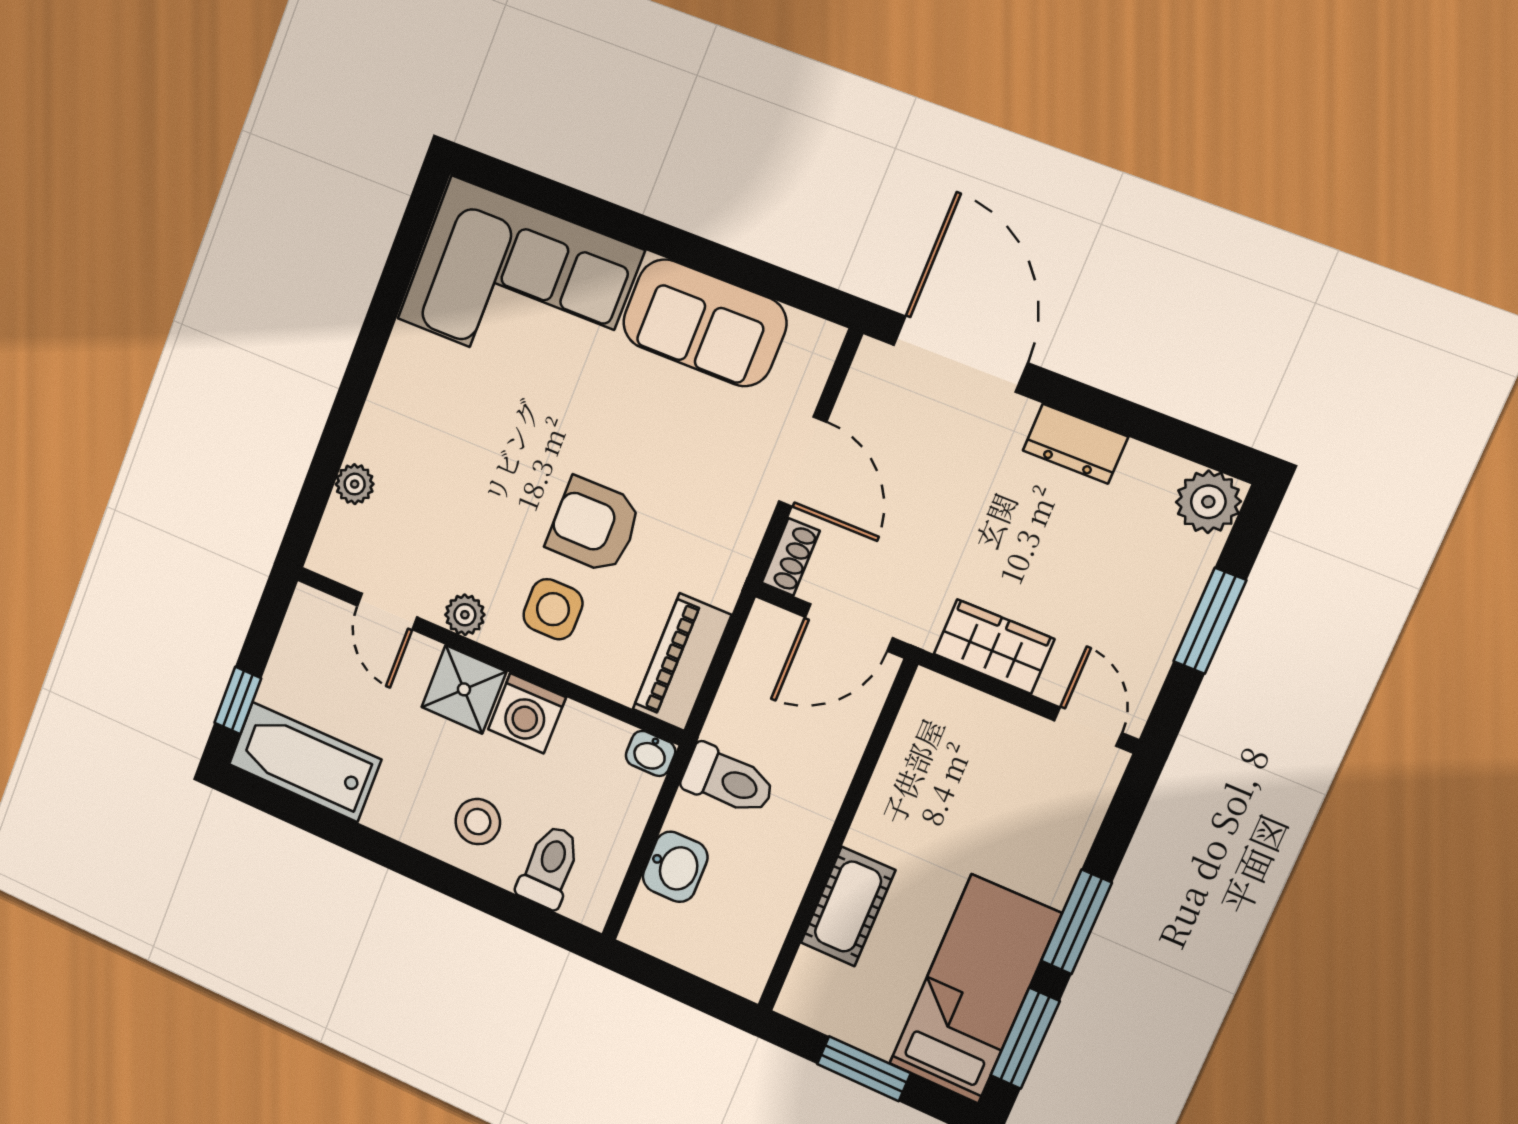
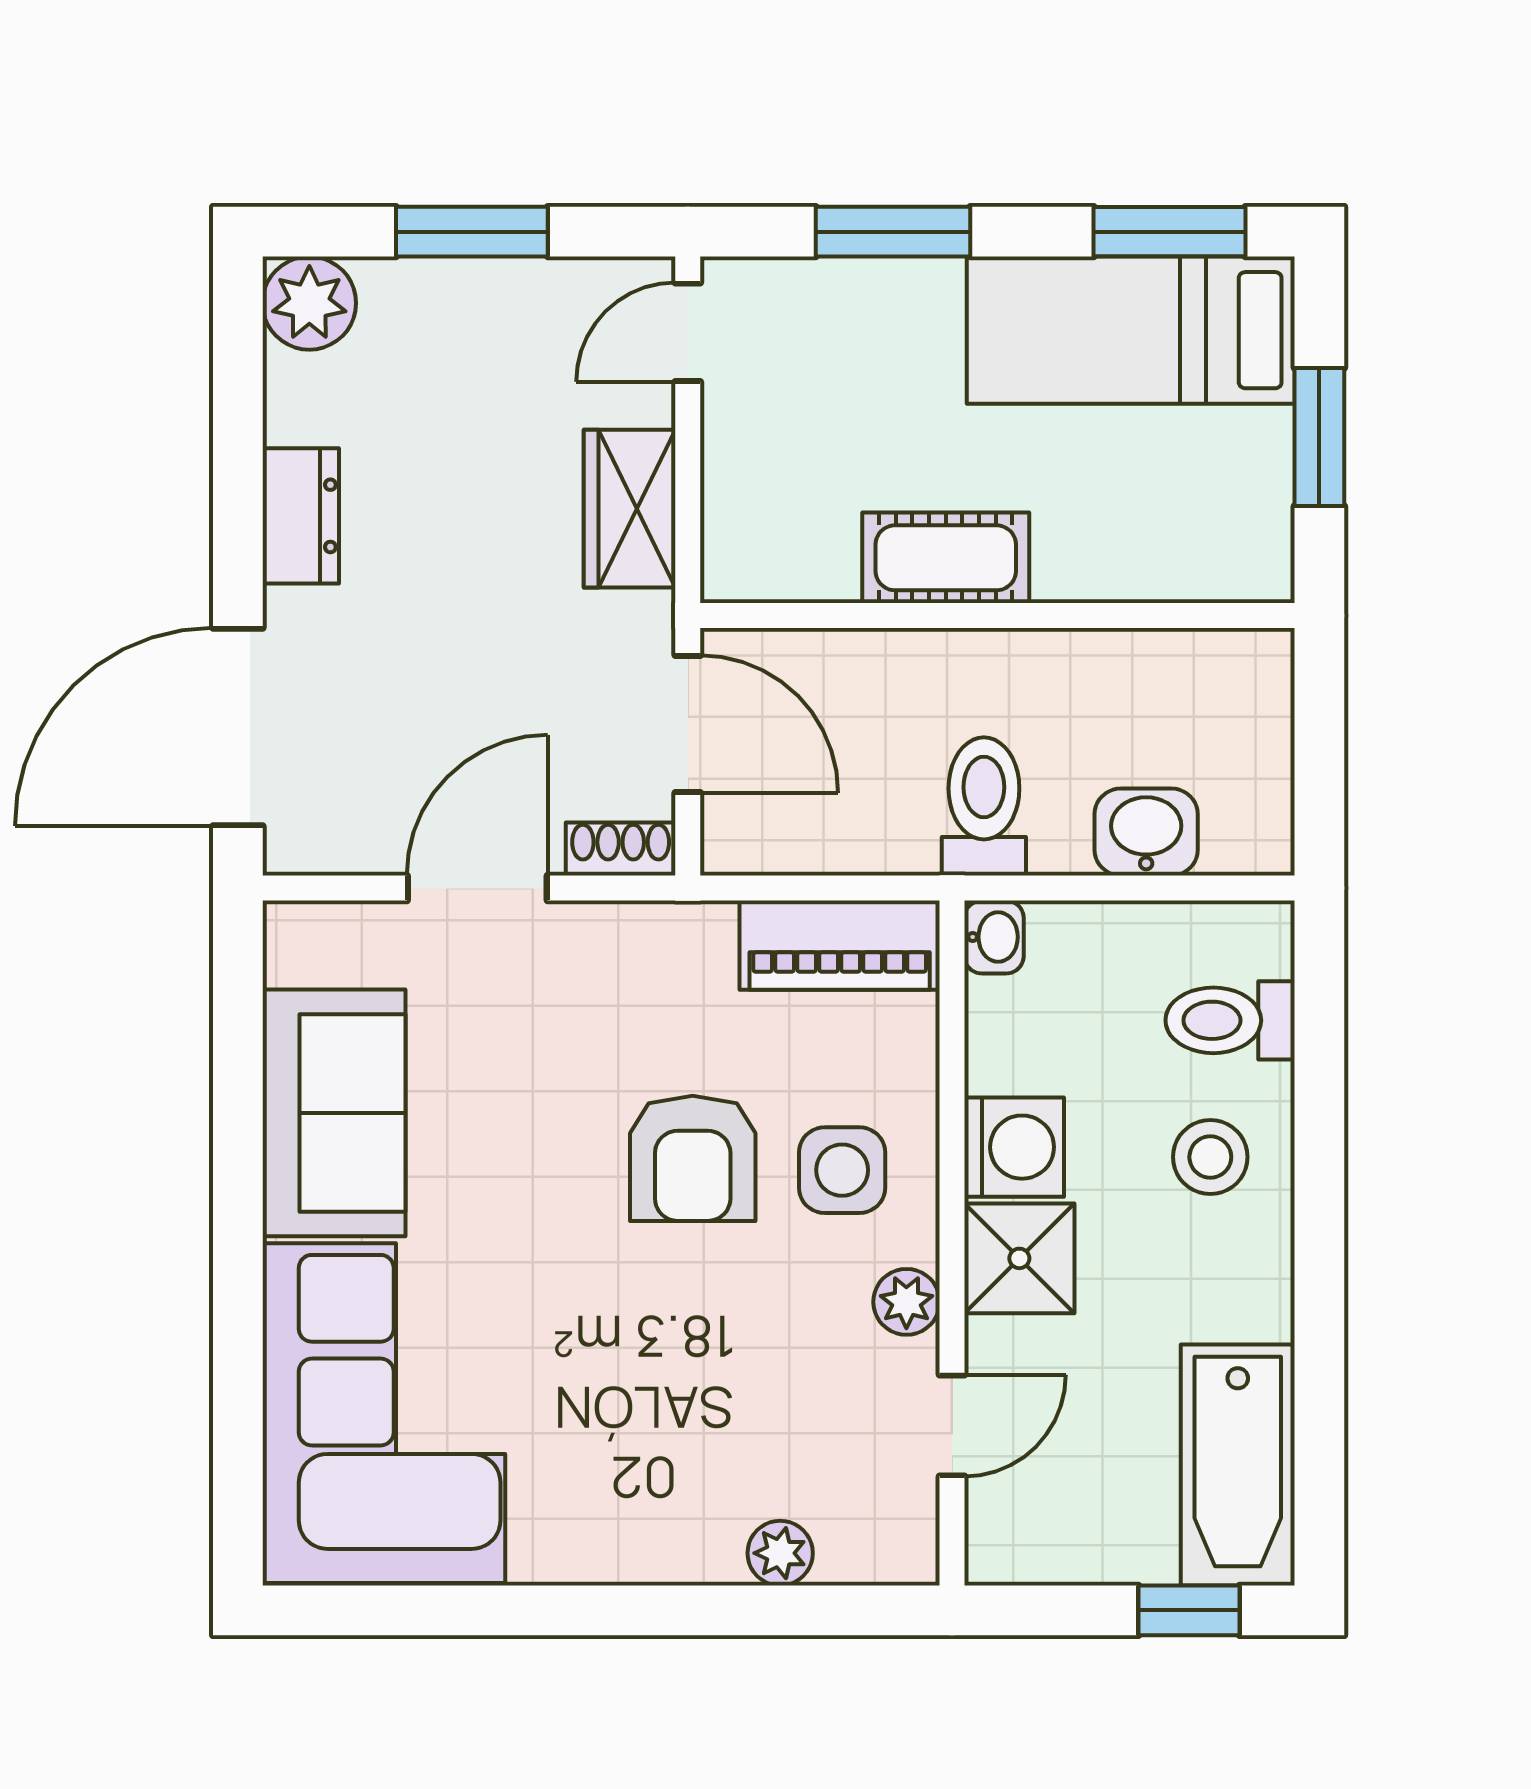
cot: (848, 906) -> (946, 558), moved
window: (1076, 922) -> (893, 232), moved

